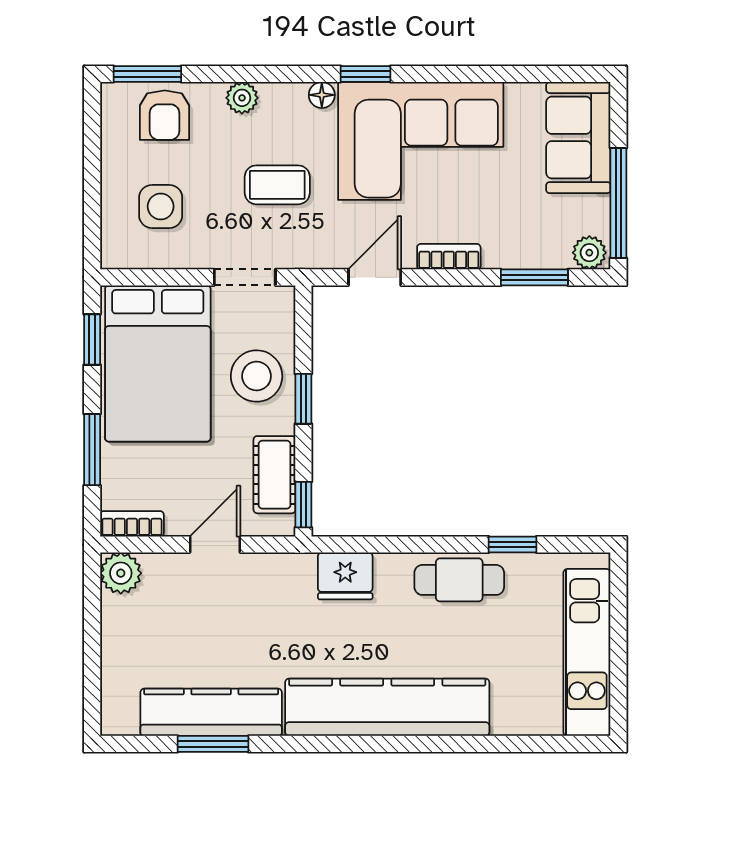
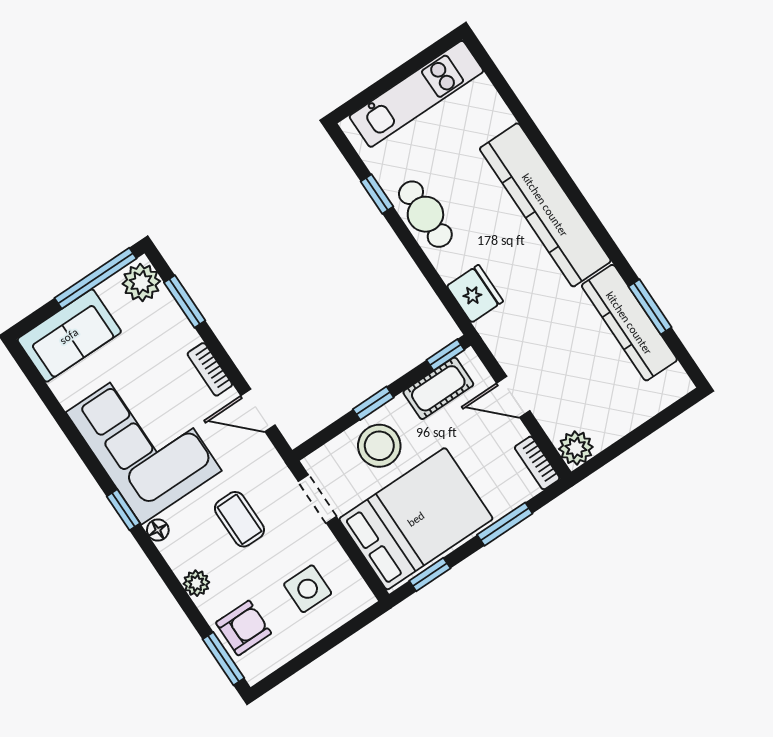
plant: (589, 253) -> (141, 283), width x1.38, depth x1.38

